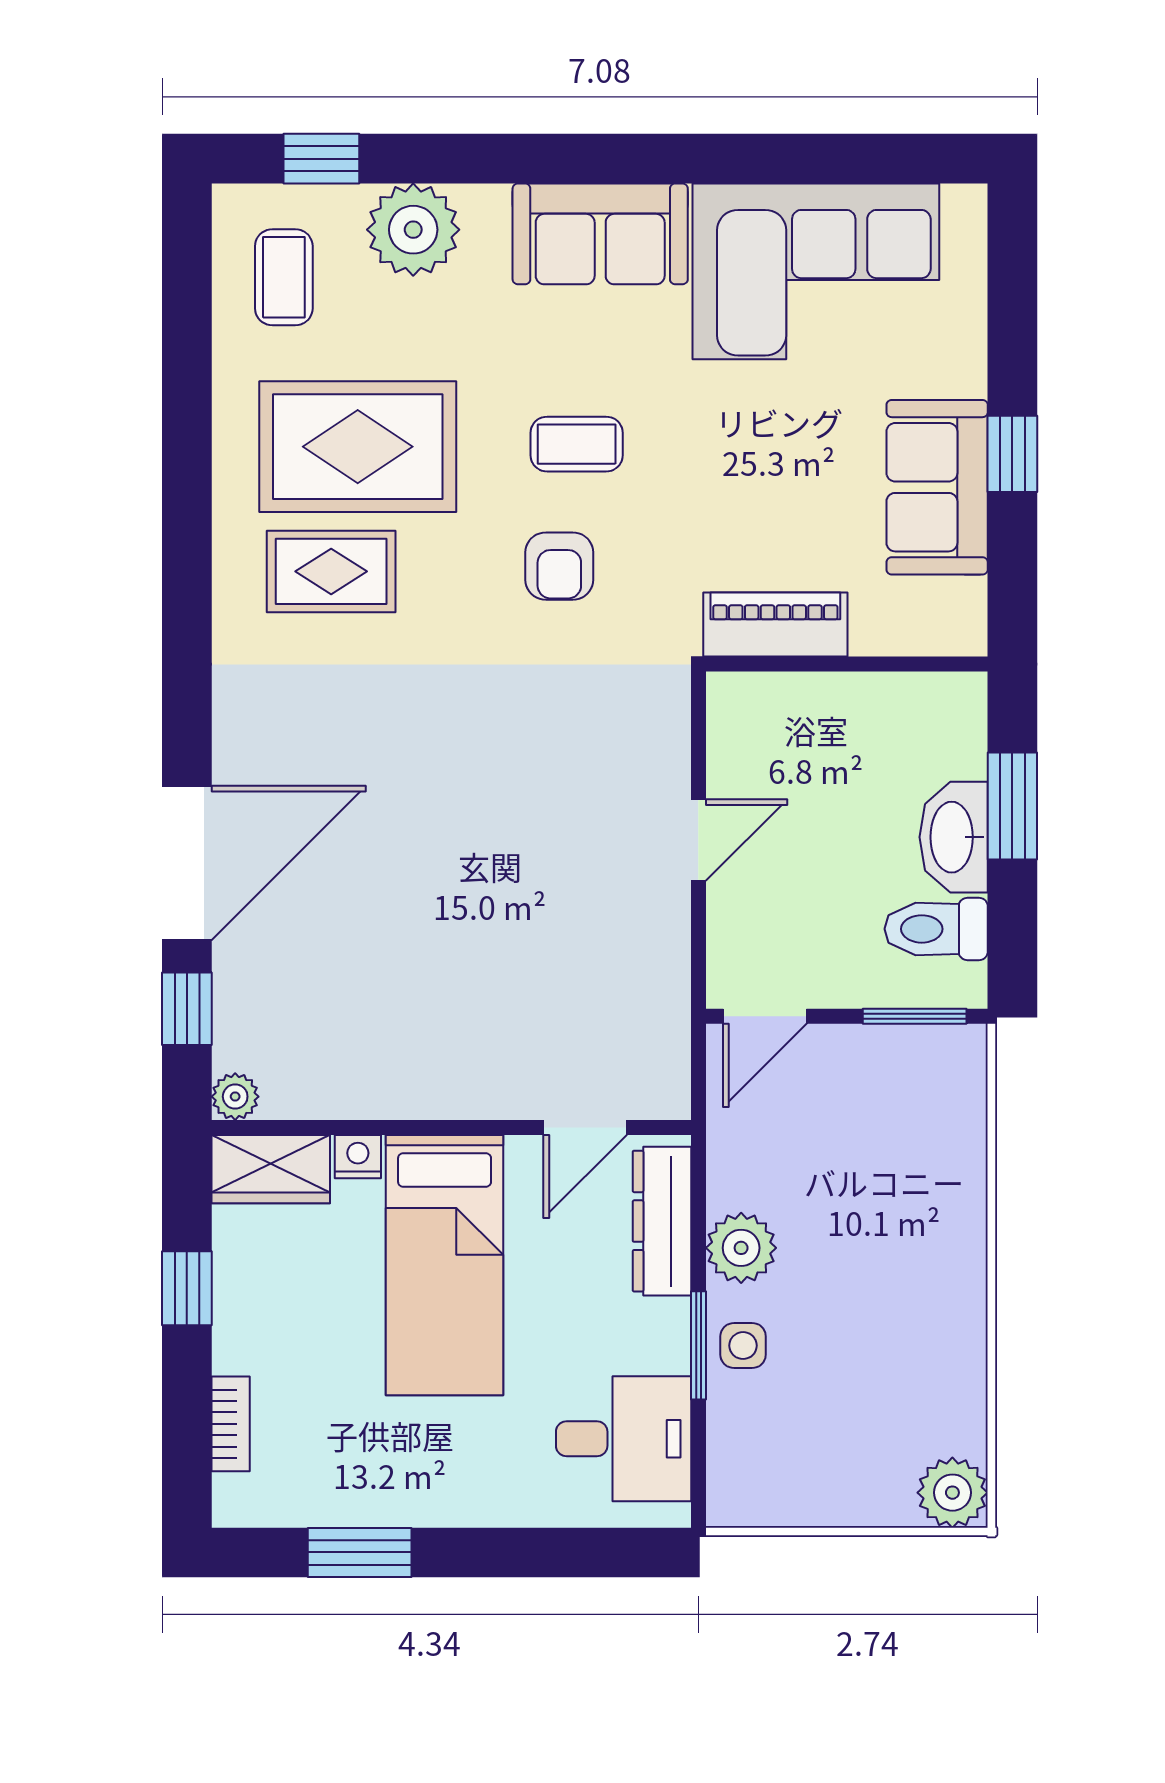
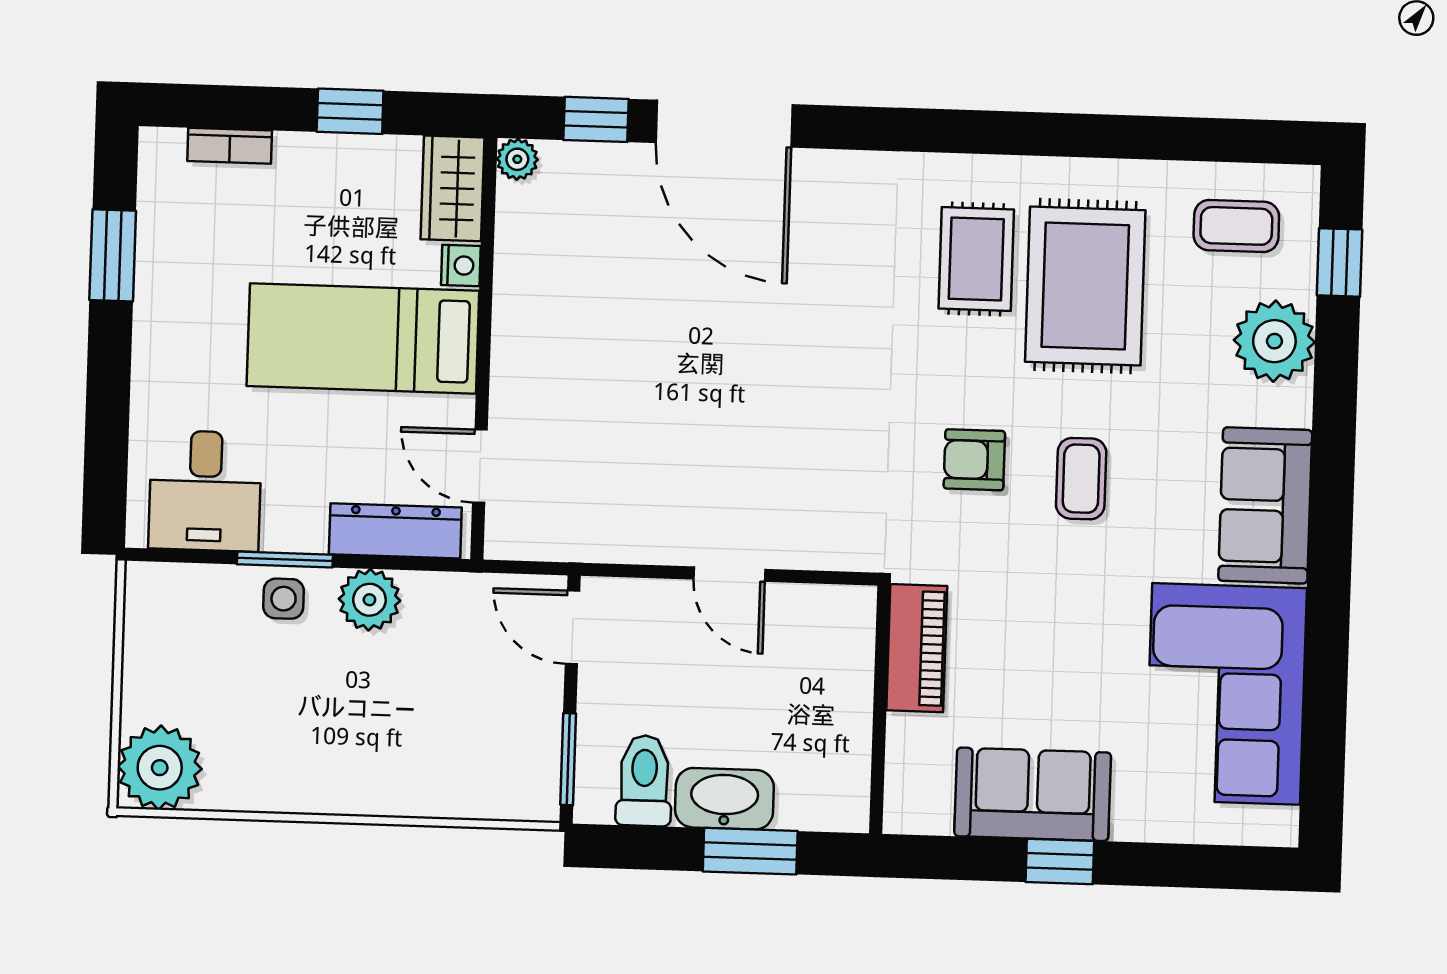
plant: (952, 1493) -> (160, 768), width x1.36, depth x1.36

